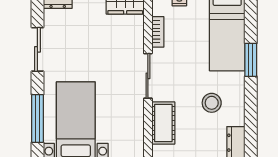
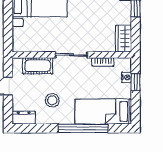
window: (251, 60) -> (83, 128), width x2.11

